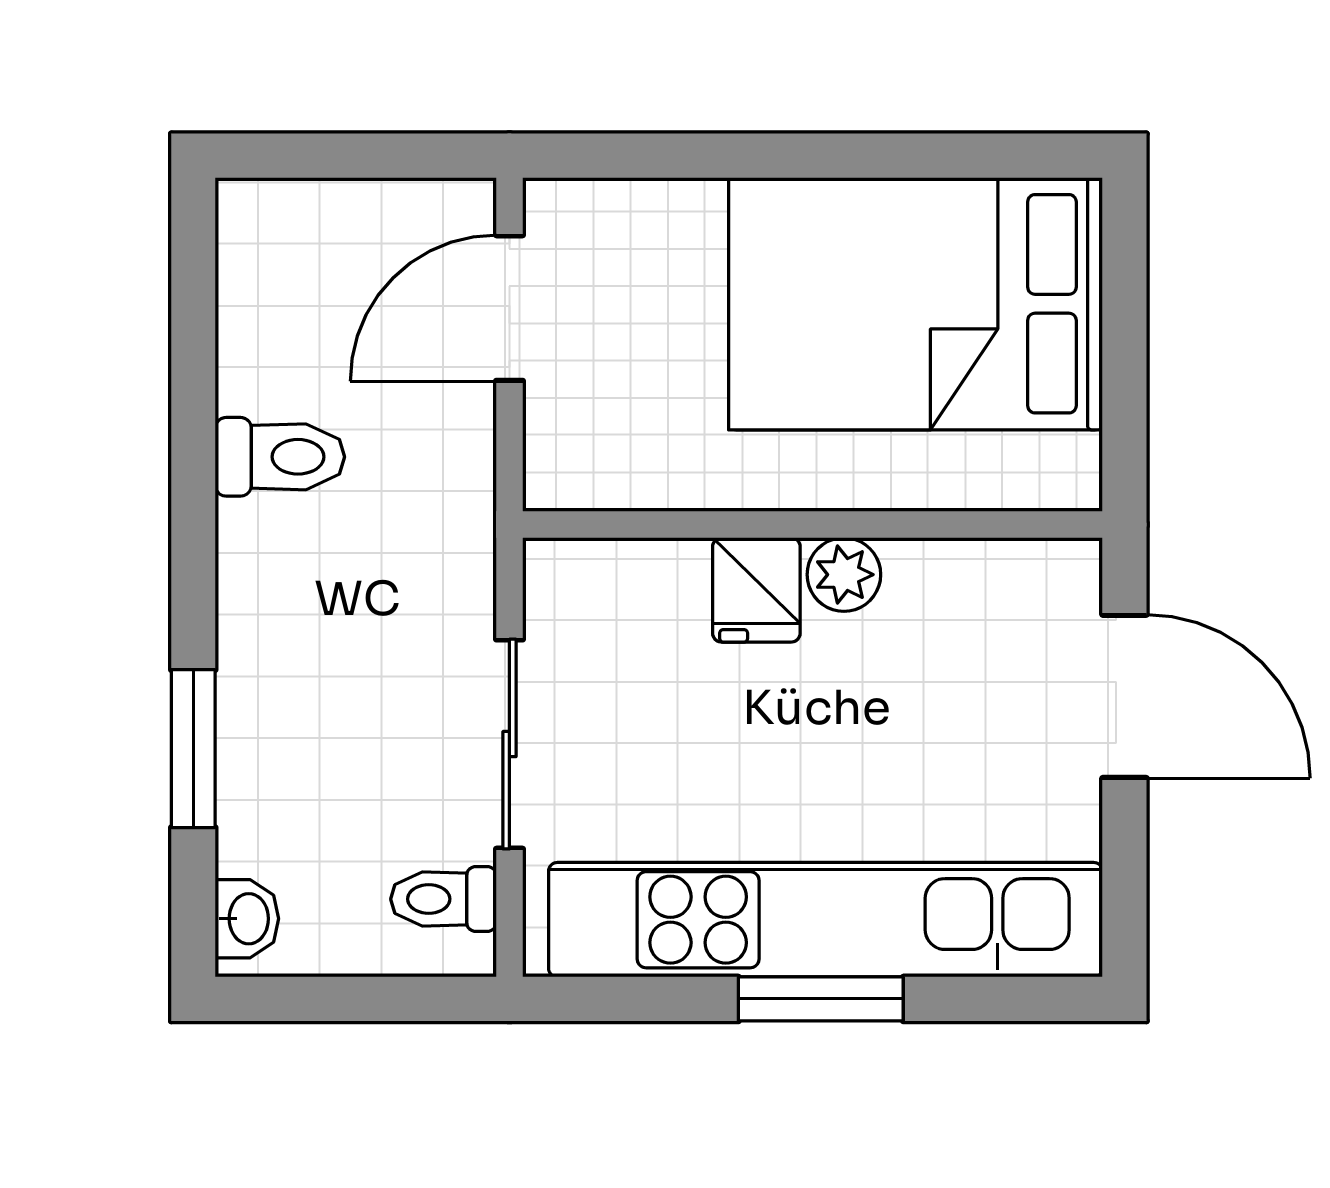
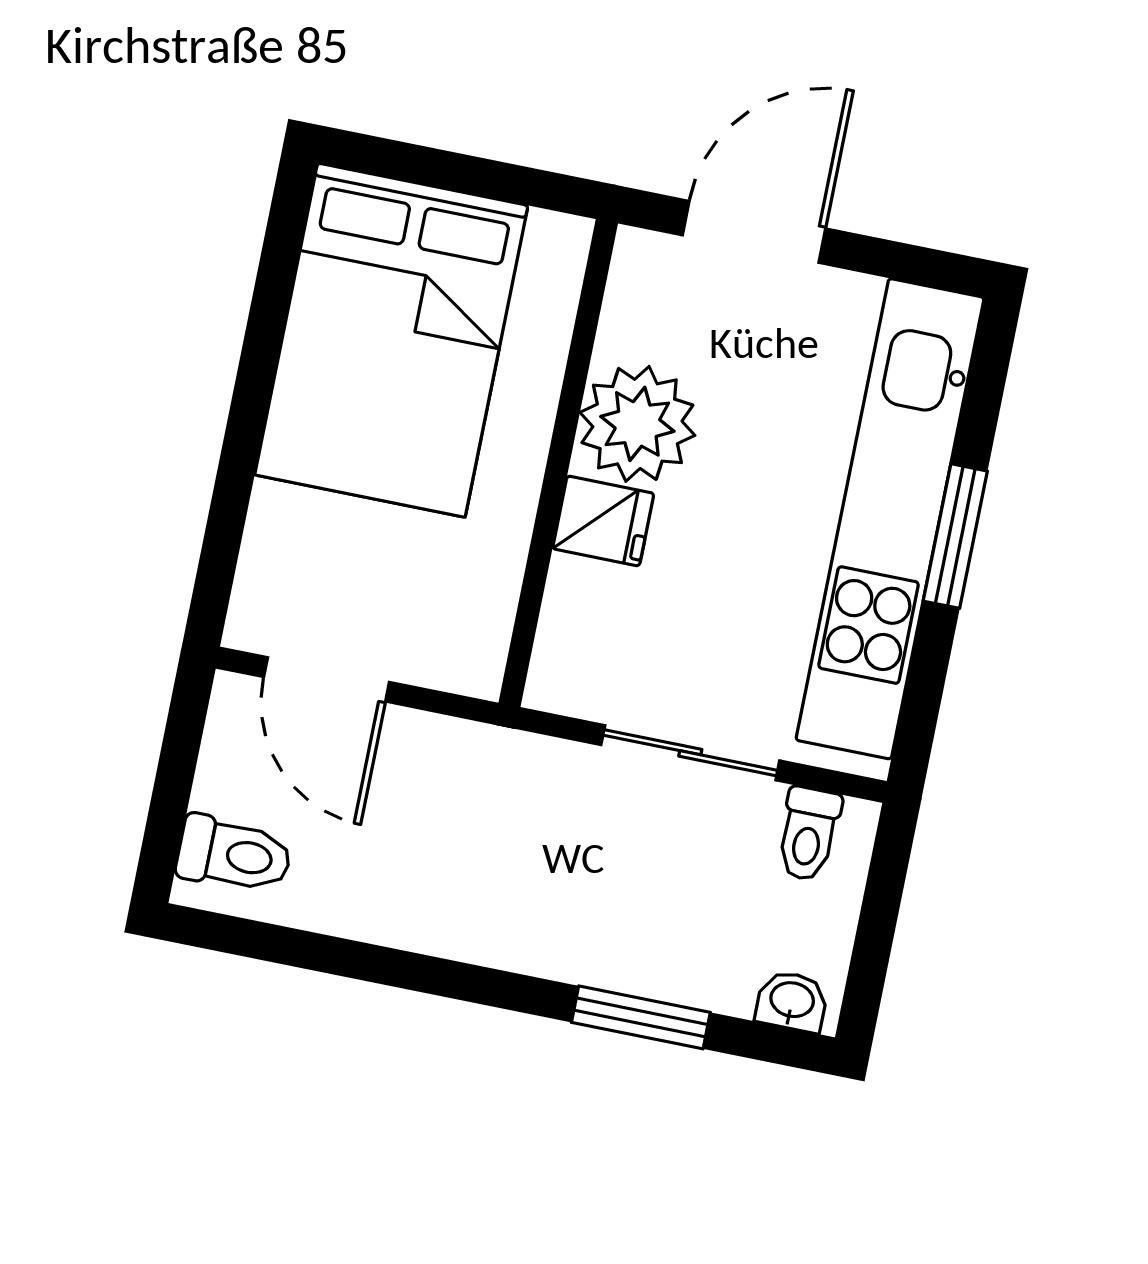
toilet: (280, 457) -> (234, 855), moved, turned 90
plant: (844, 575) -> (637, 424), width x1.88, depth x1.88

